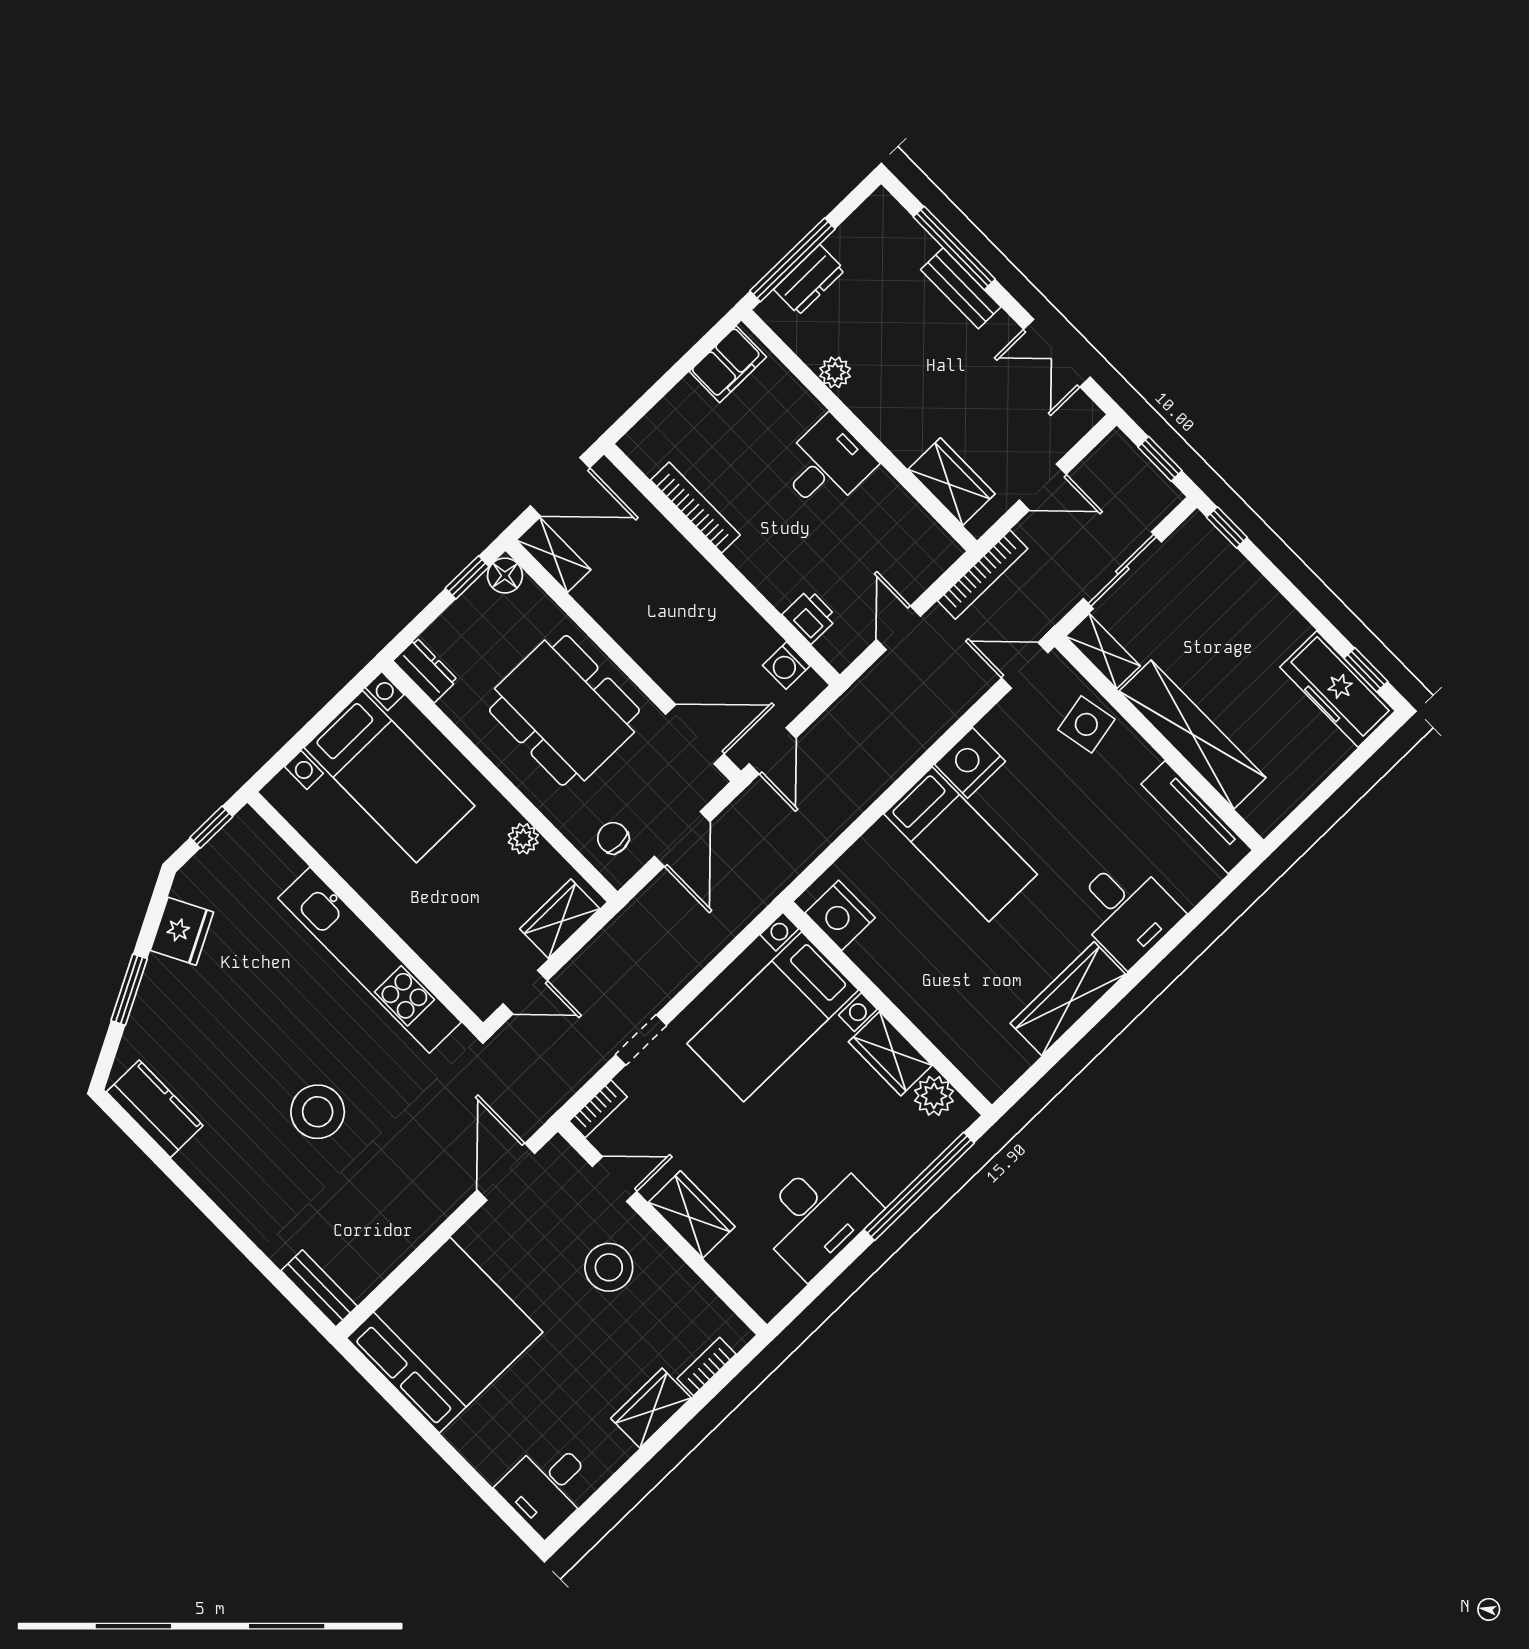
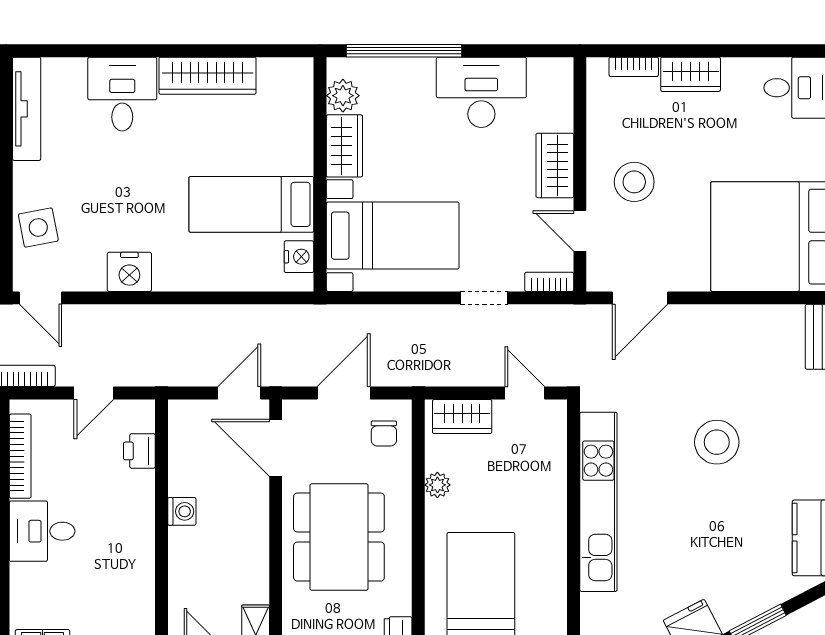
bookcase: (695, 508) -> (20, 456), moved, turned 180
washing machine: (786, 666) -> (182, 511), moved
bed: (960, 844) -> (251, 204), moved, turned -90
nightstand: (840, 915) -> (299, 257), width x0.74, depth x0.75

